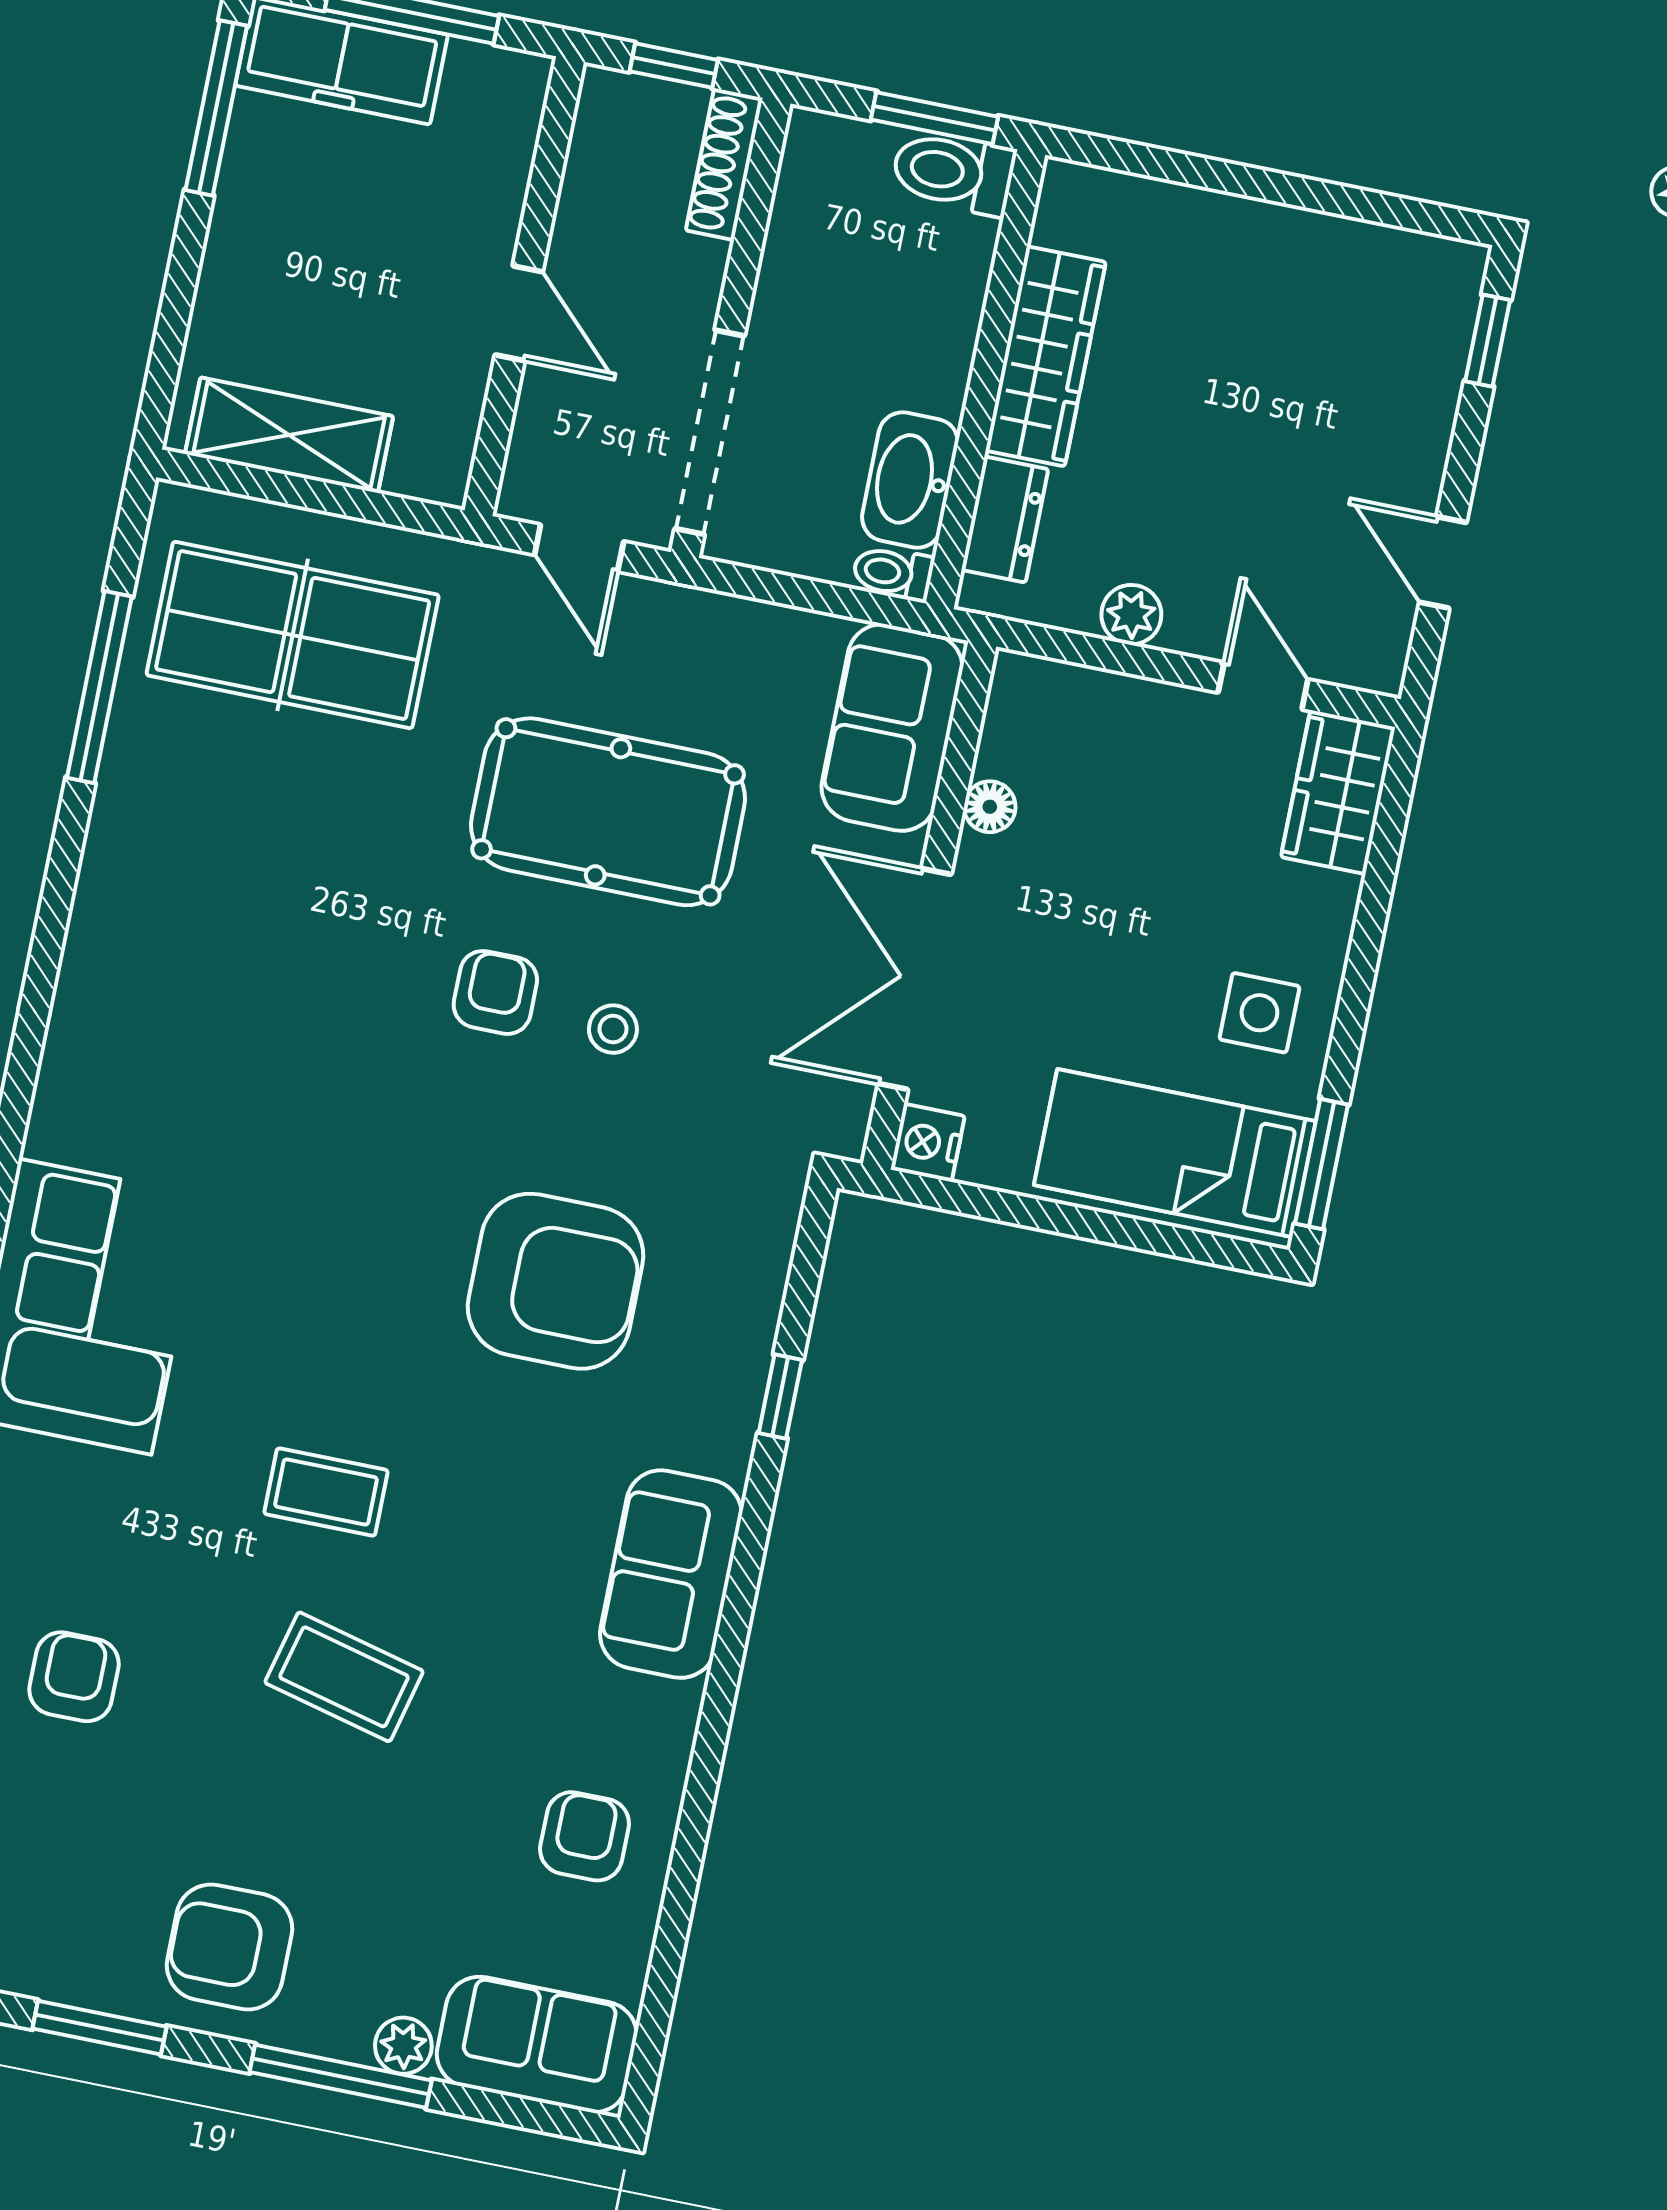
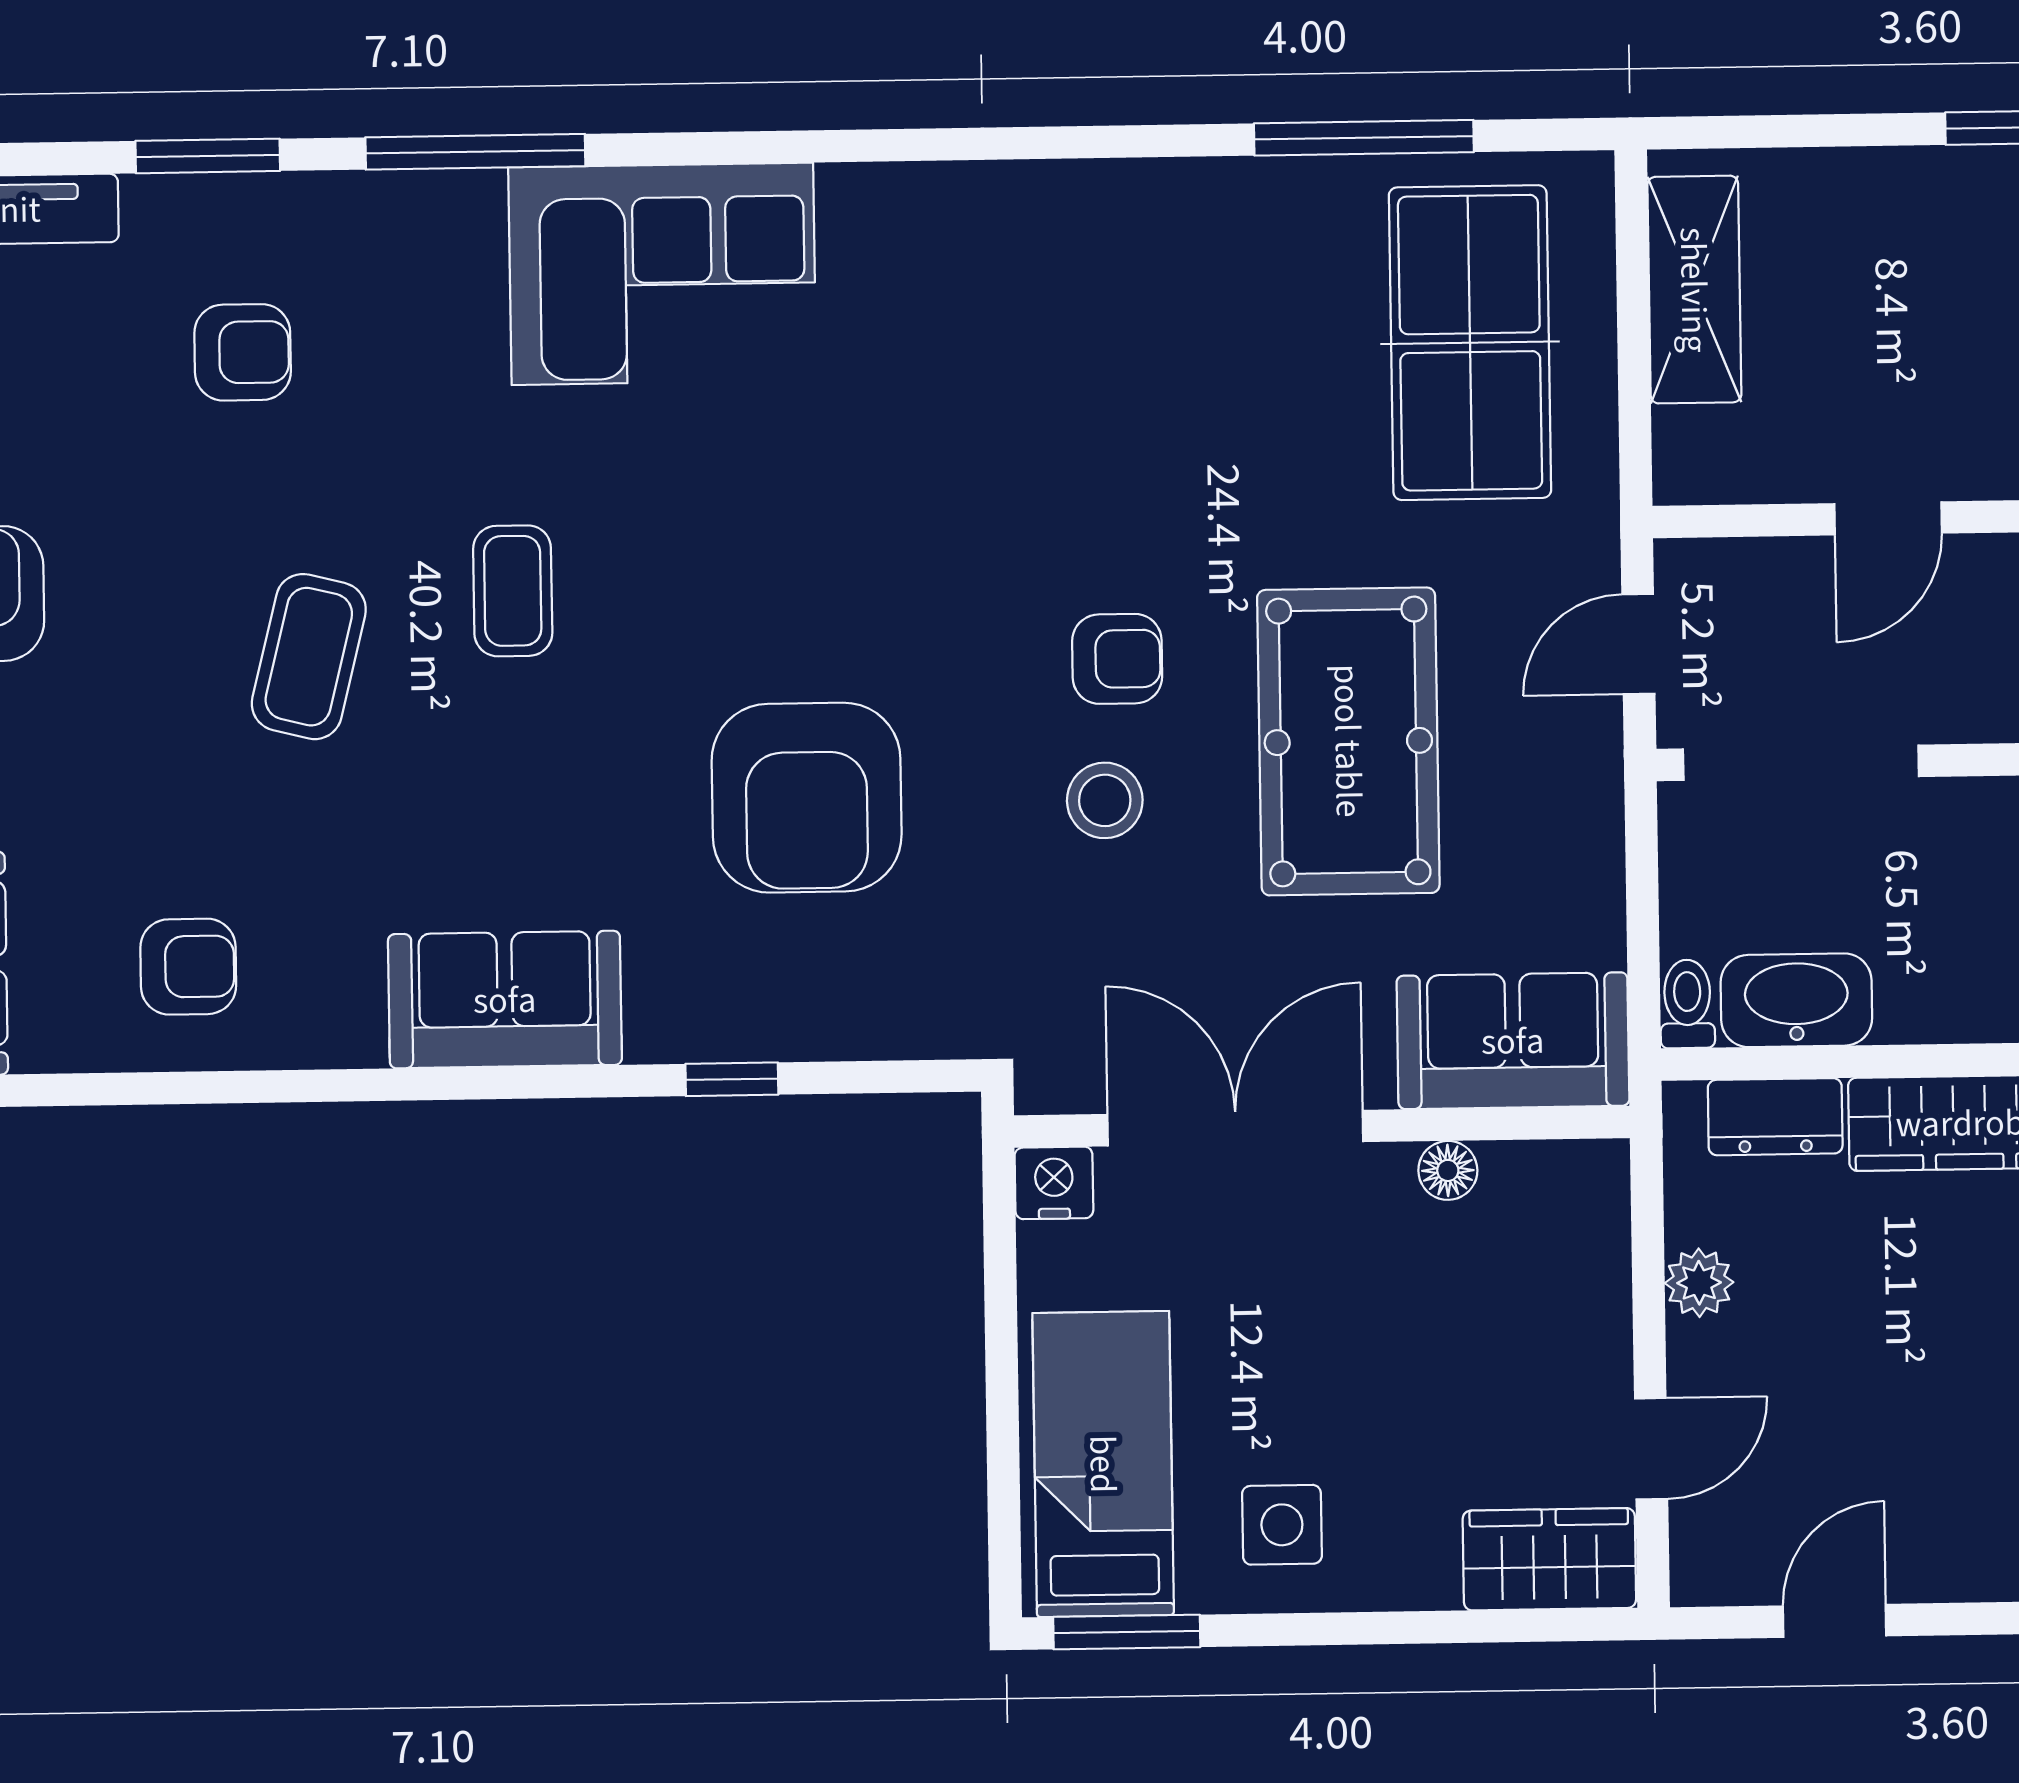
stool: (613, 1029) -> (1105, 800), width x1.37, depth x1.37

